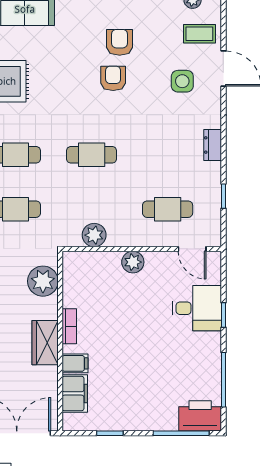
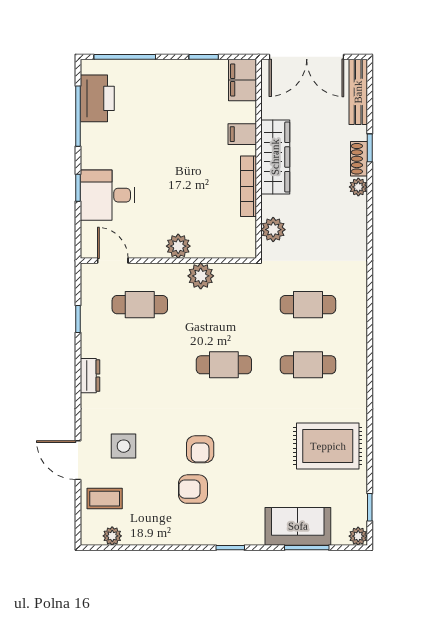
armchair: (120, 42) -> (193, 489), turned 90
plant: (94, 235) -> (201, 276), moved
plant: (43, 281) -> (273, 230), width x0.73, depth x0.73
bookcase: (69, 326) -> (248, 186), width x1.56
wardrobe: (45, 343) -> (275, 157), width x1.50
filing cabinet: (75, 393) -> (242, 80), moved
printer: (200, 416) -> (97, 98), moved, turned -90

